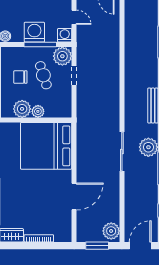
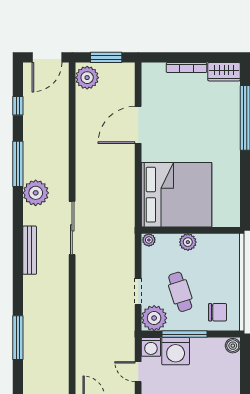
washing machine: (34, 32) -> (176, 351), moved
chair: (20, 77) -> (218, 312), moved
plant: (22, 109) -> (149, 240), moved, width x0.53, depth x0.53
sliding door: (122, 152) -> (72, 228), moved

